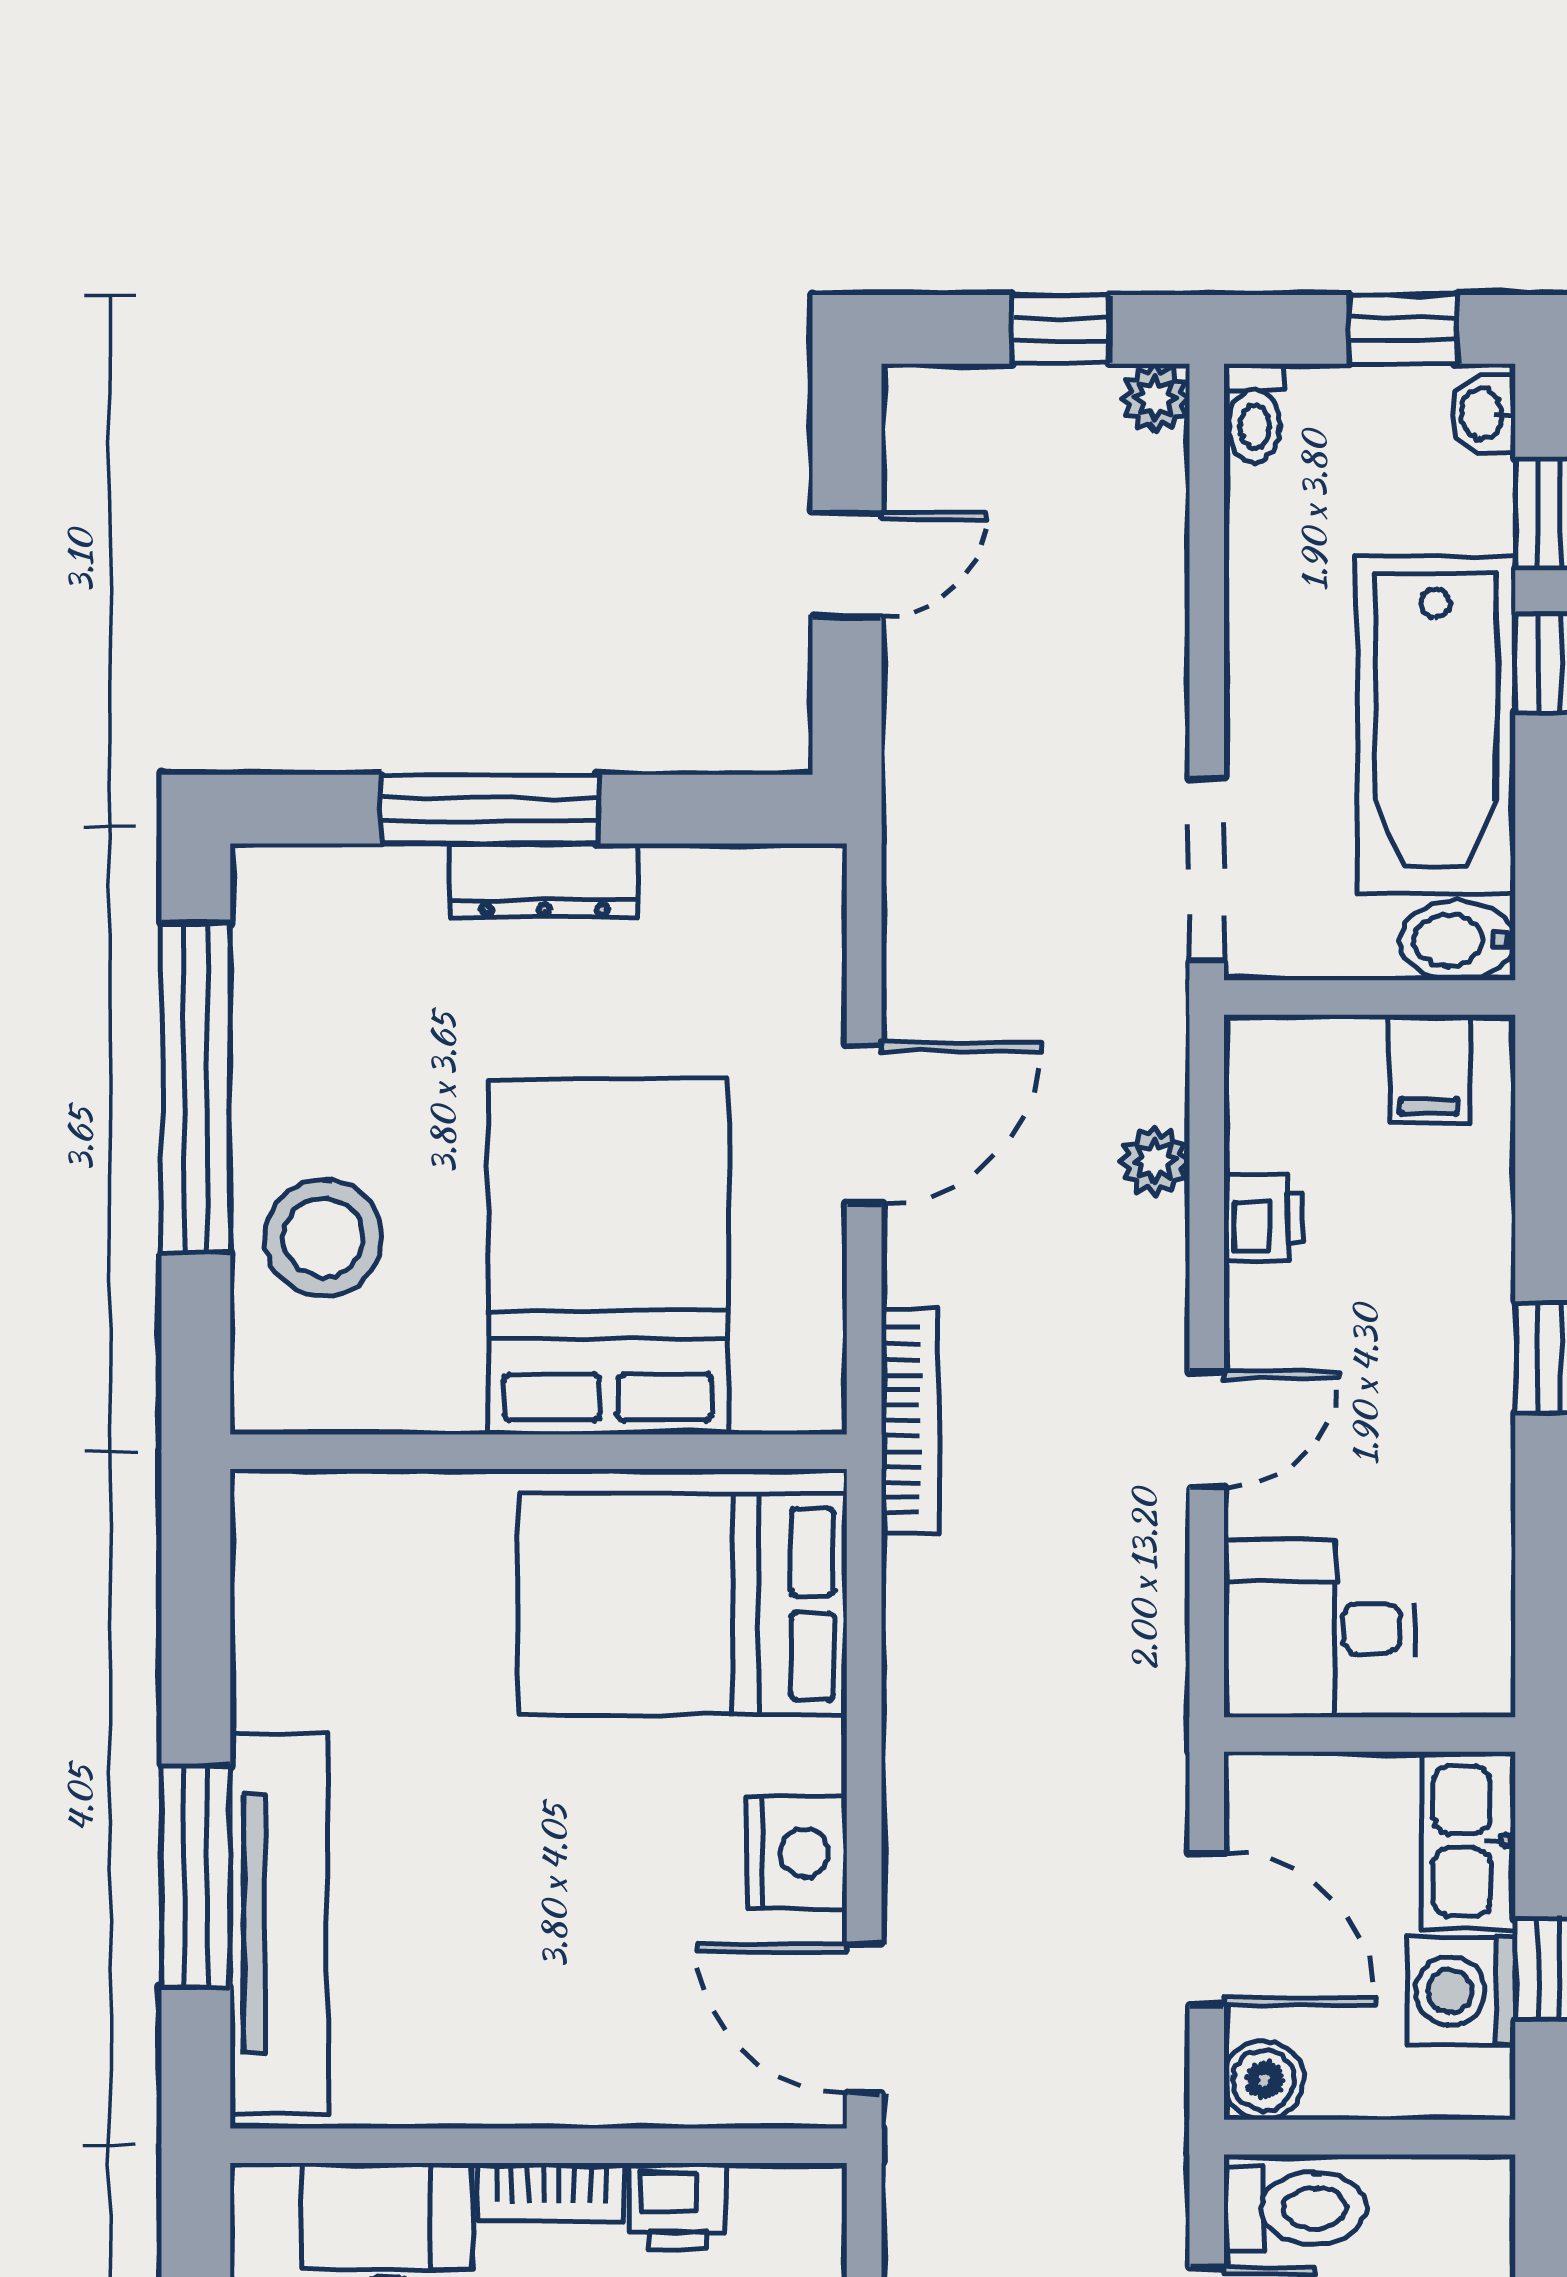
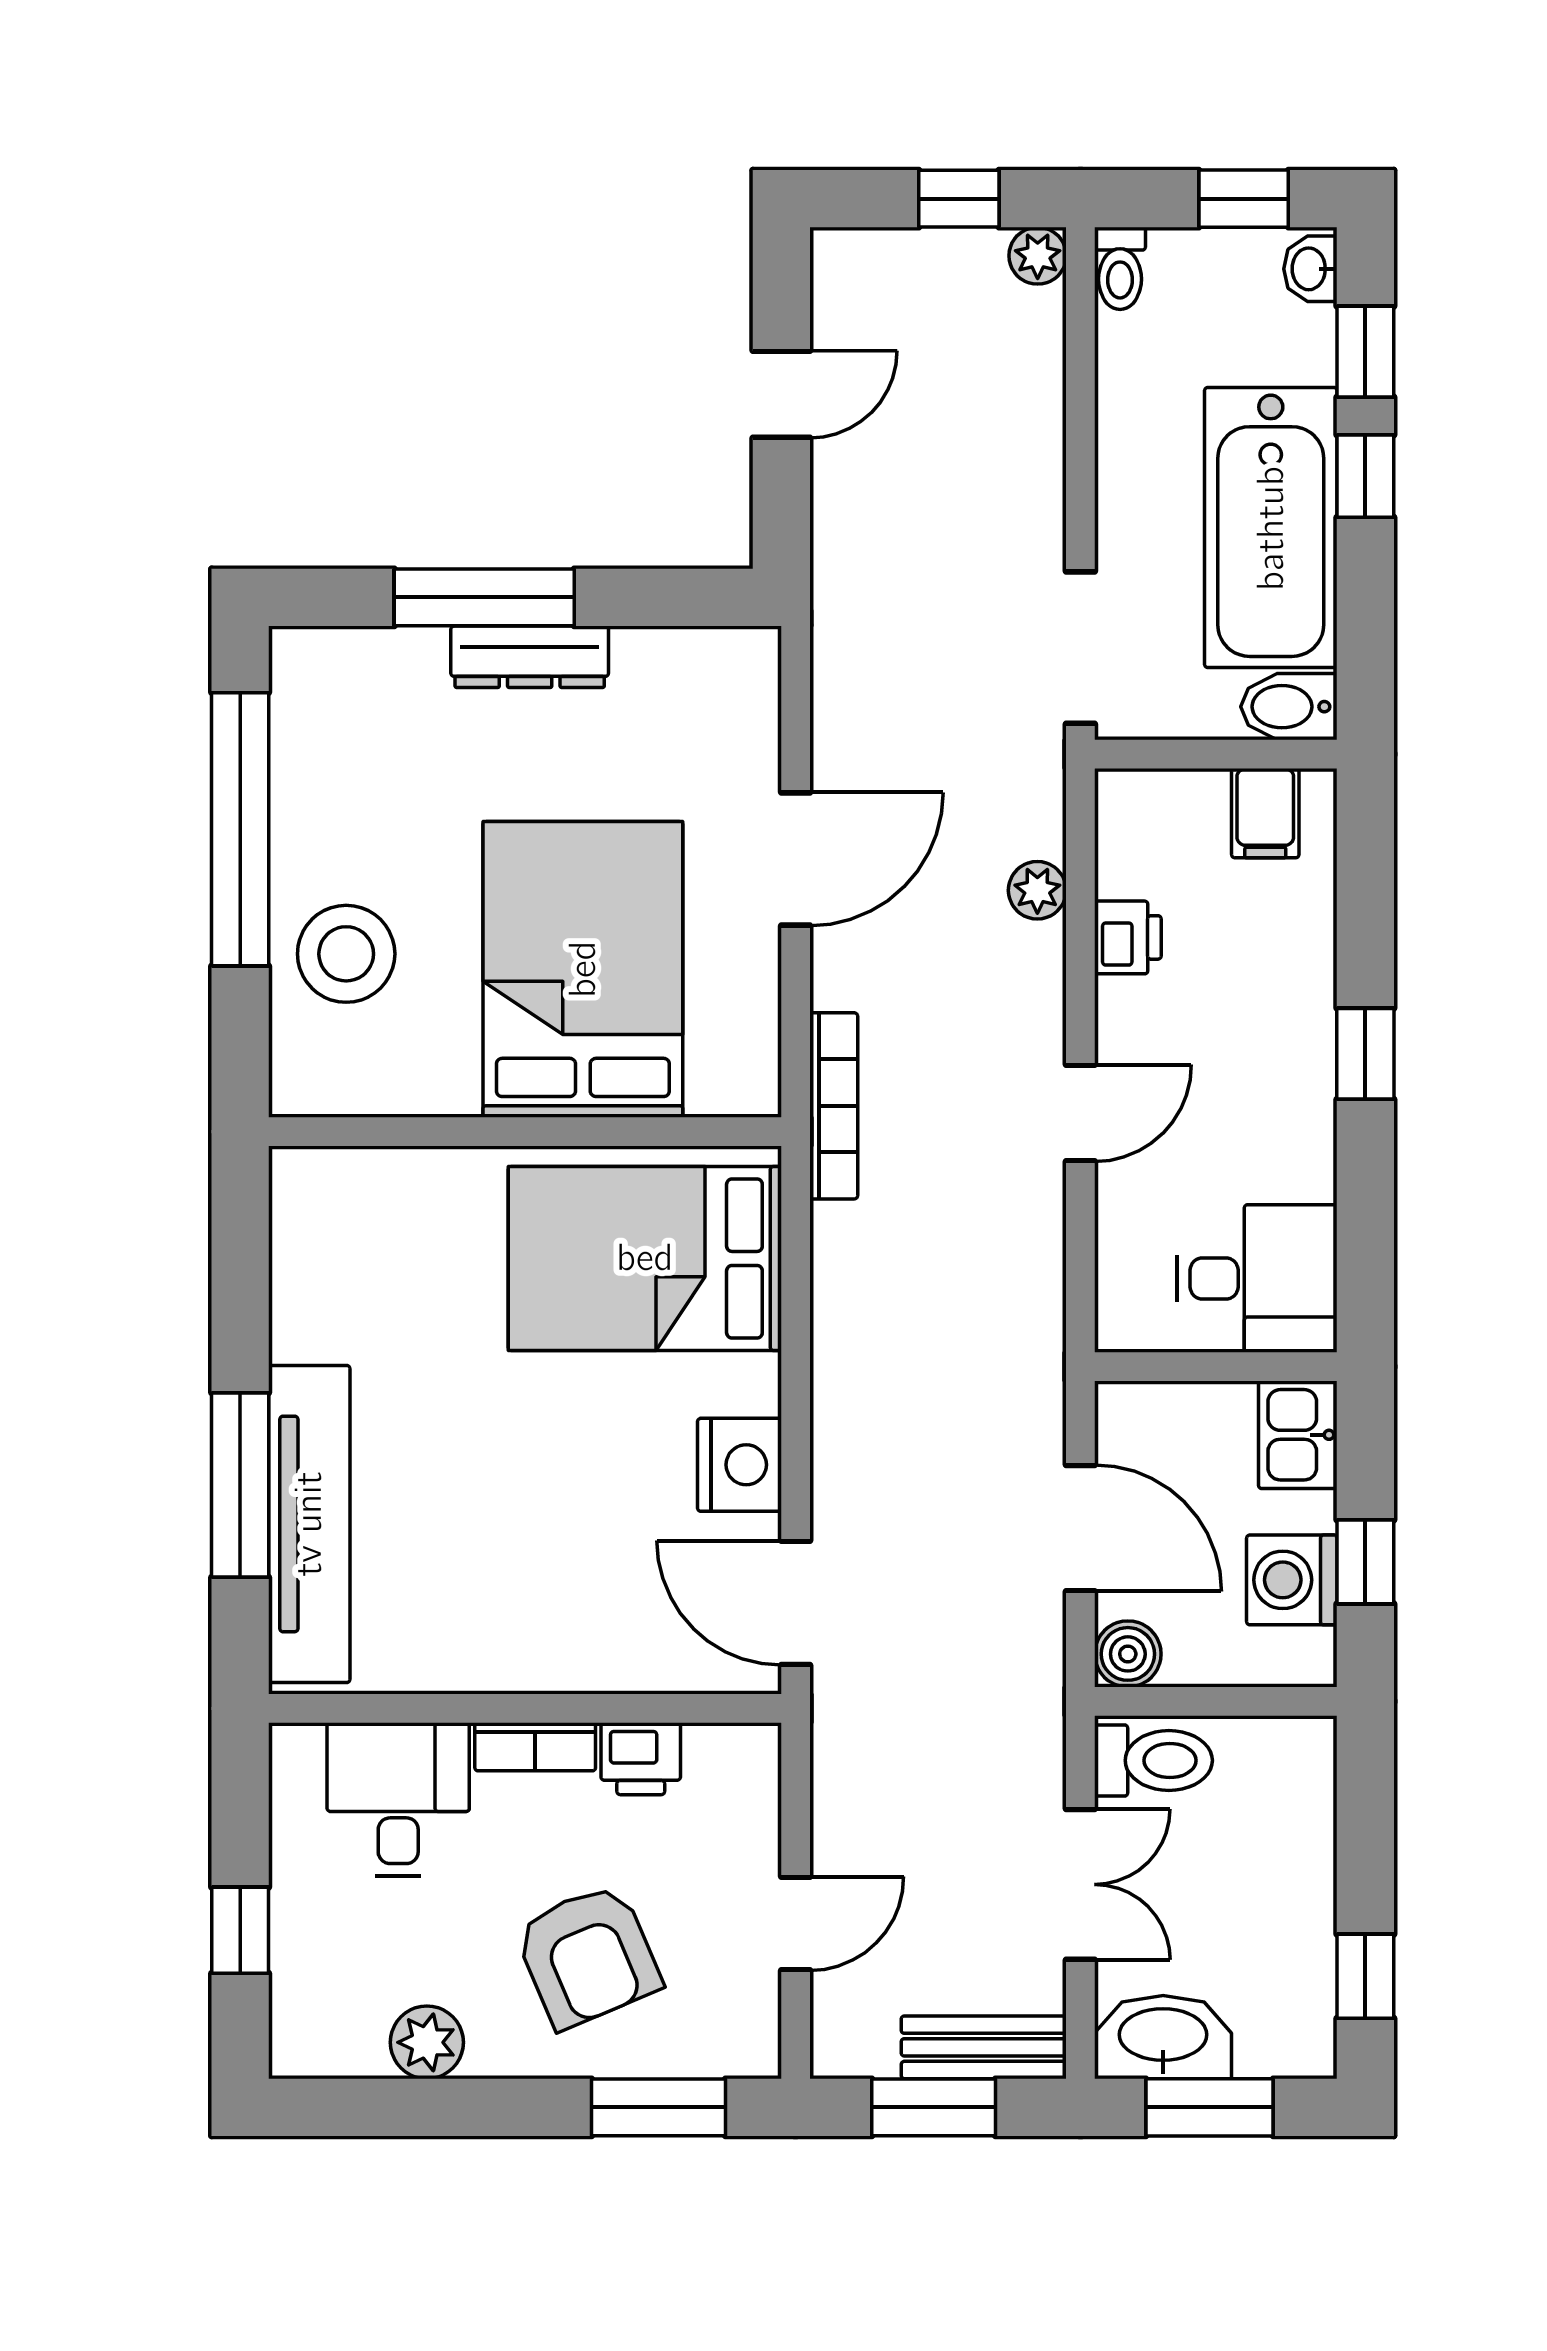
desk: (1320, 1628) -> (1257, 1279), moved, turned 180
kitchen sink: (1468, 1841) -> (1298, 1435), width x0.73

